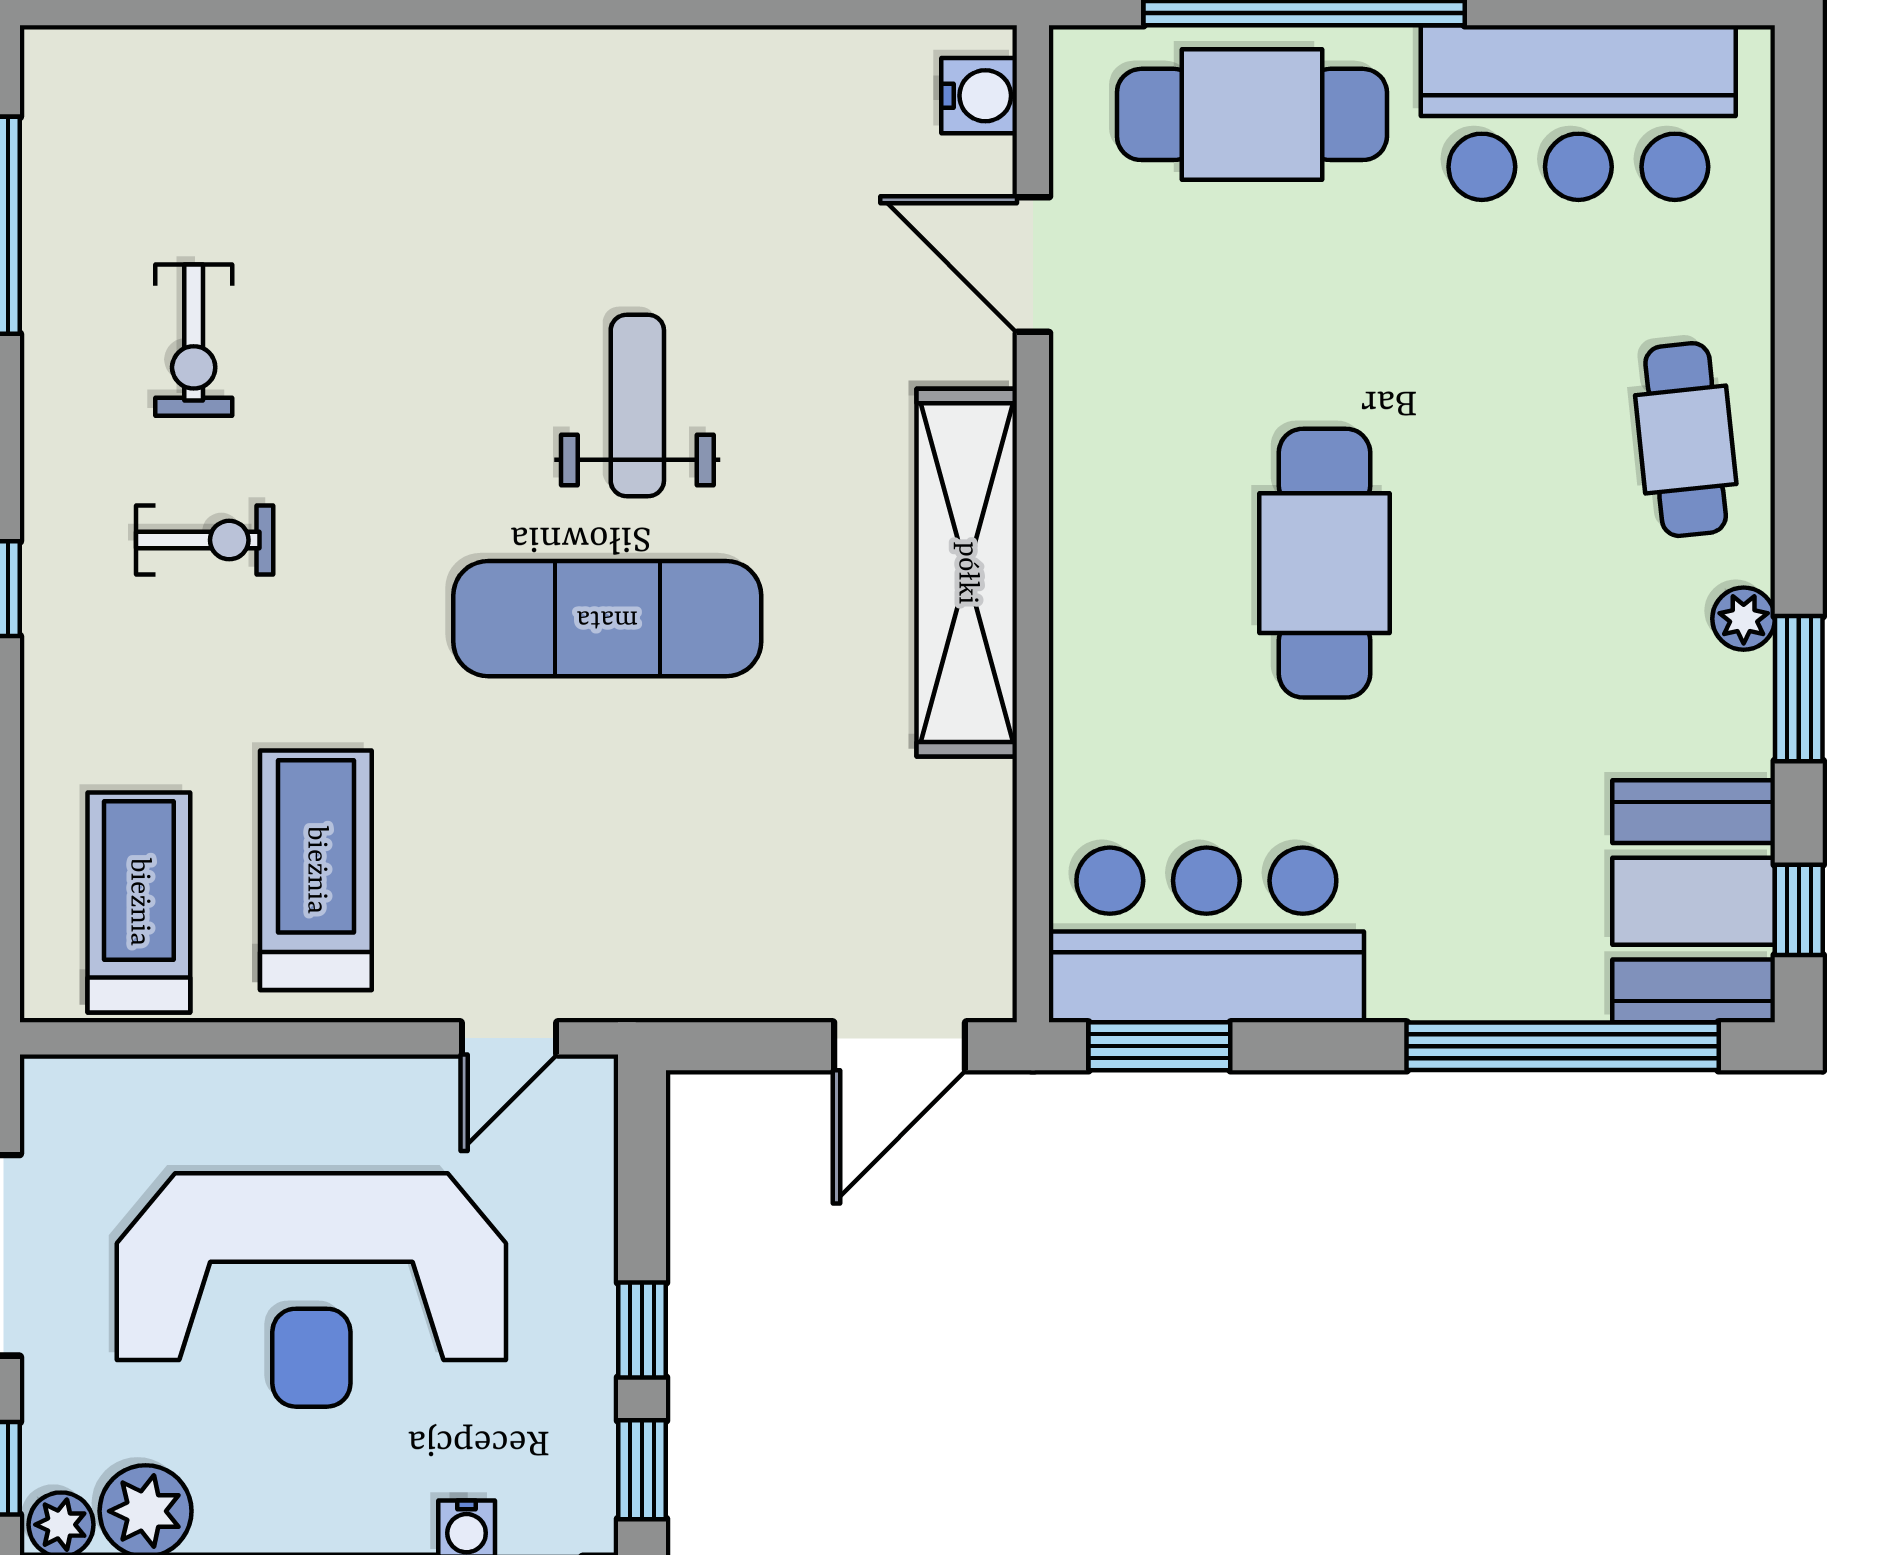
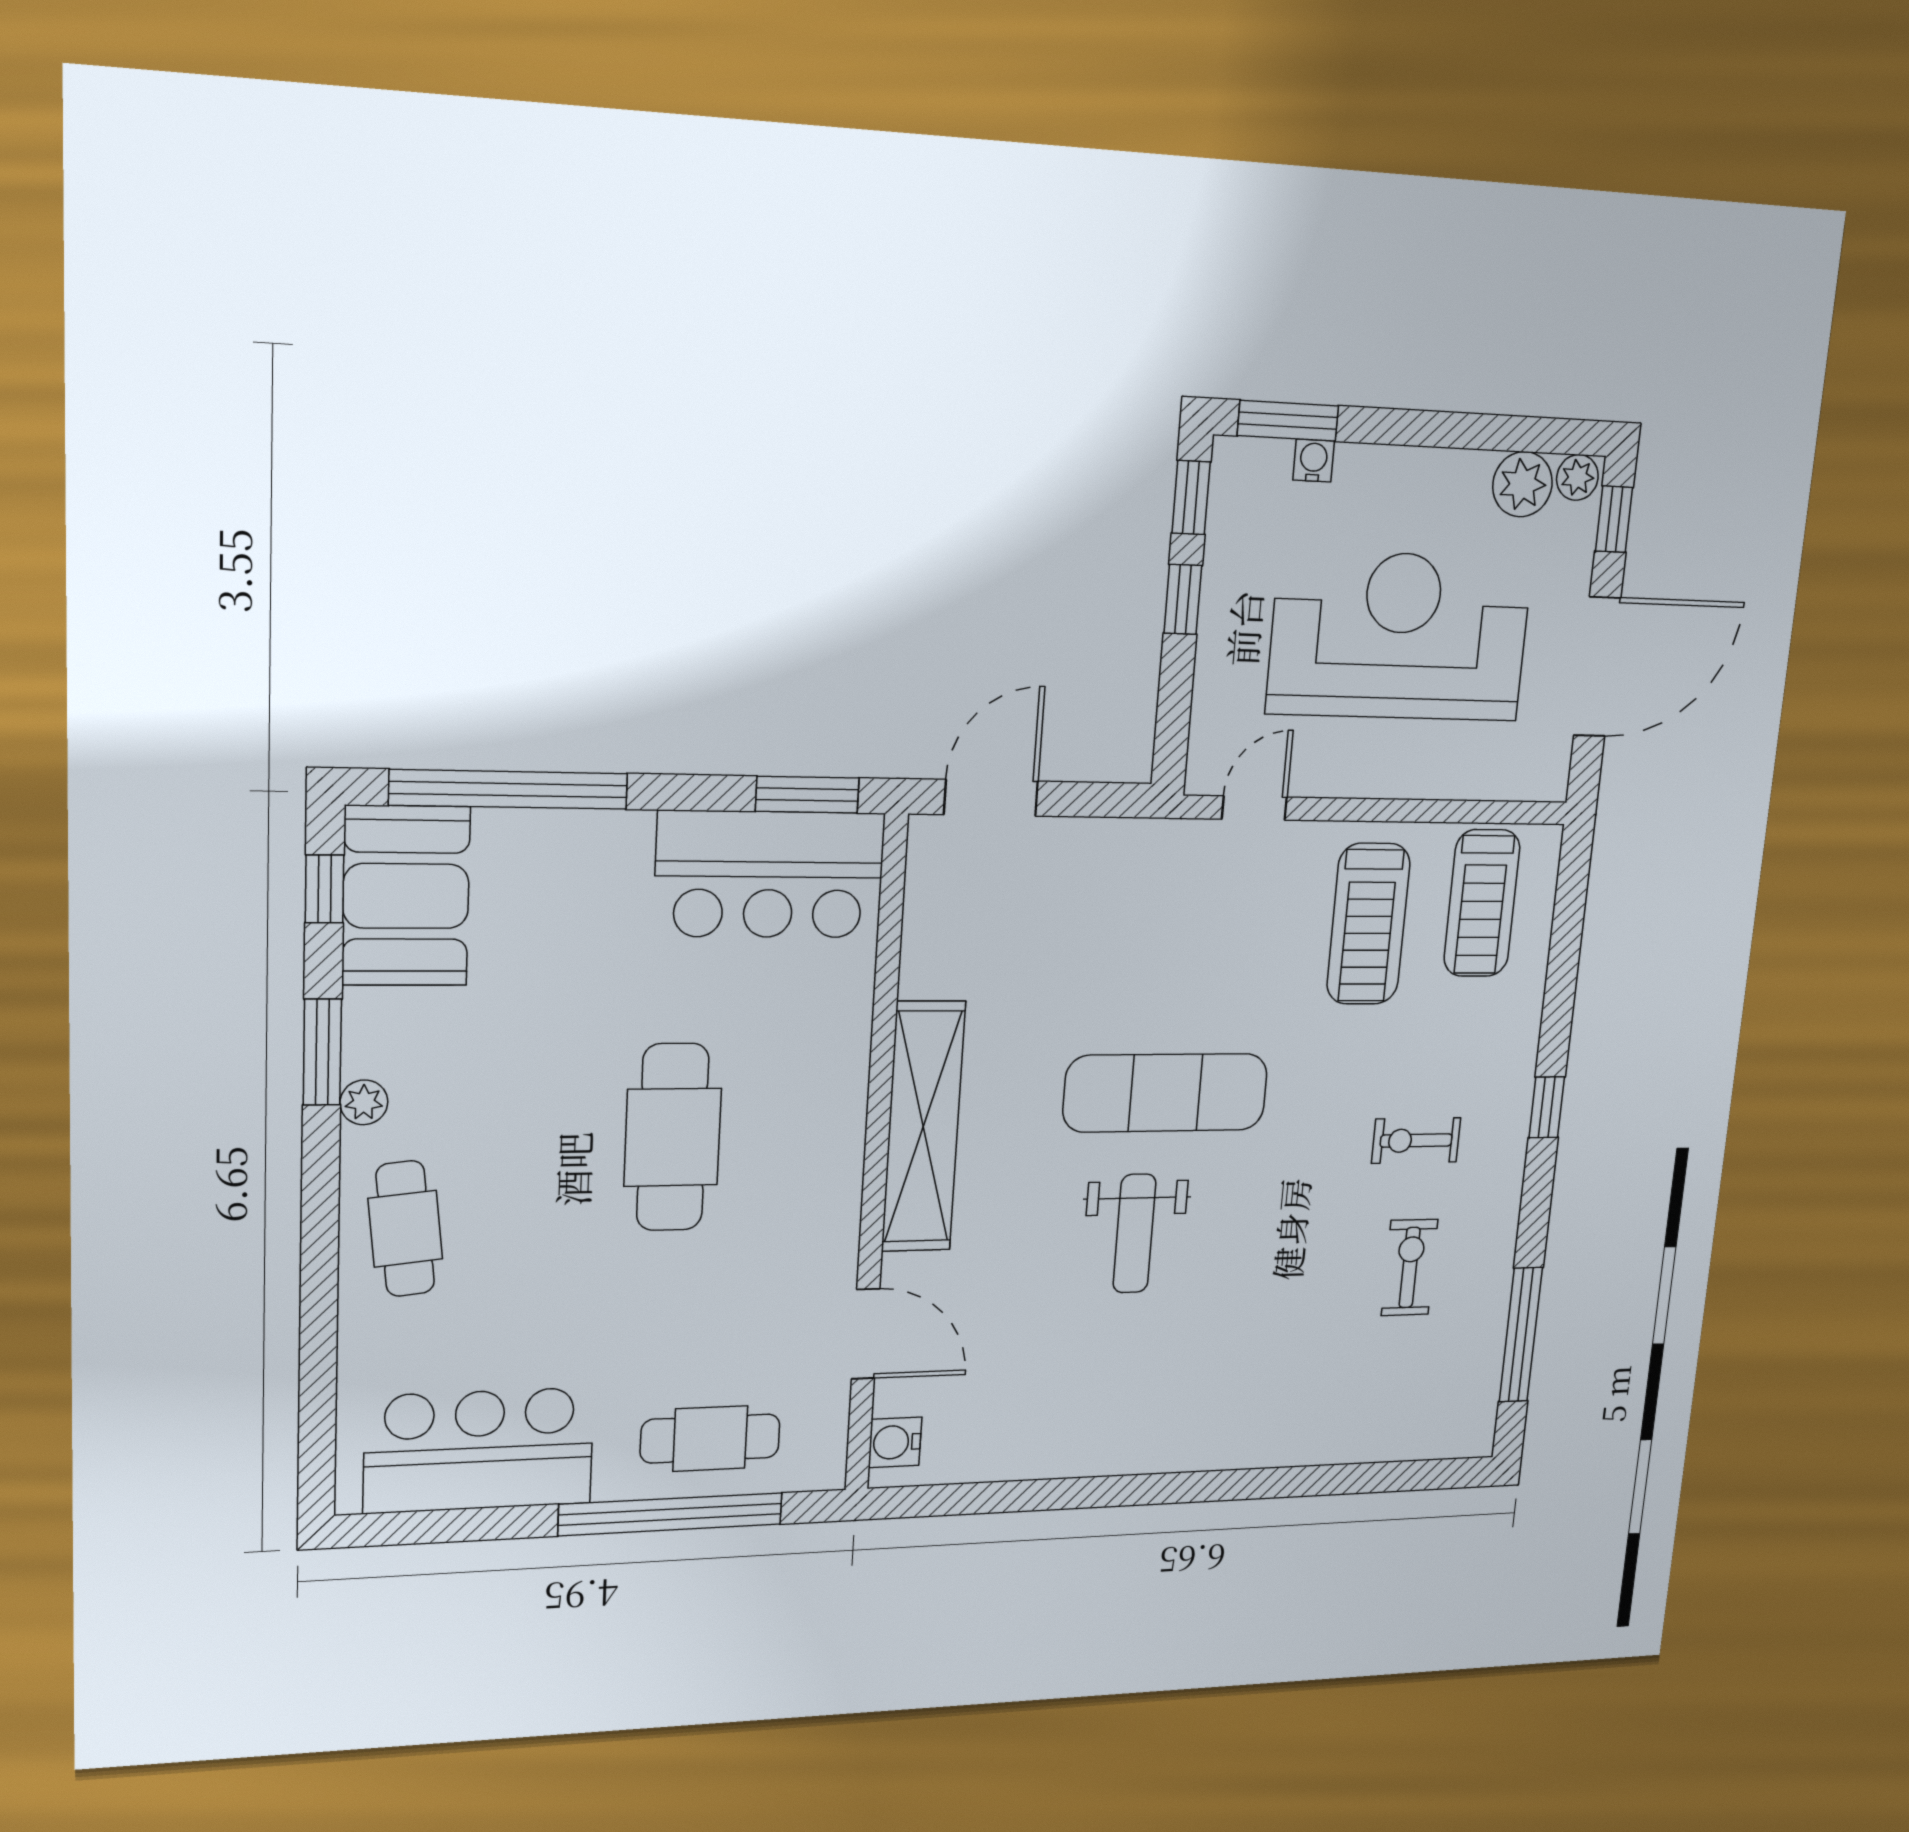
cafe table: (1252, 114) -> (710, 1439), width x0.73, depth x0.74

